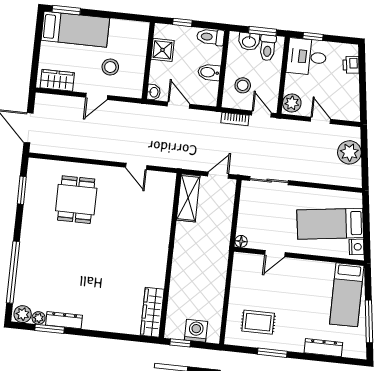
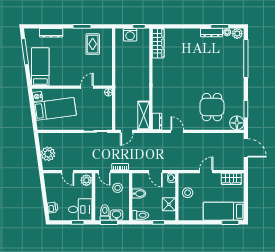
stool: (110, 67) -> (188, 193), moved
floor lamp: (39, 170) -> (237, 123), added
dresser: (168, 186) -> (157, 122), added
rug: (258, 322) -> (93, 44), turned 90

